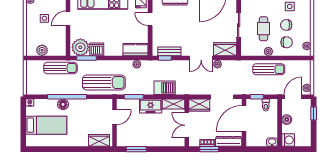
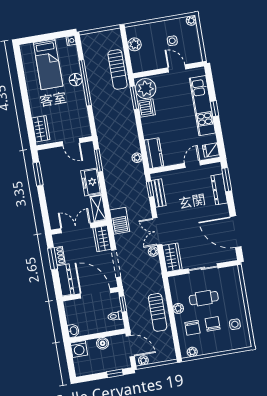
sun lounger: (104, 82) -> (109, 123), removed
barbecue: (165, 88) -> (120, 221), moved

